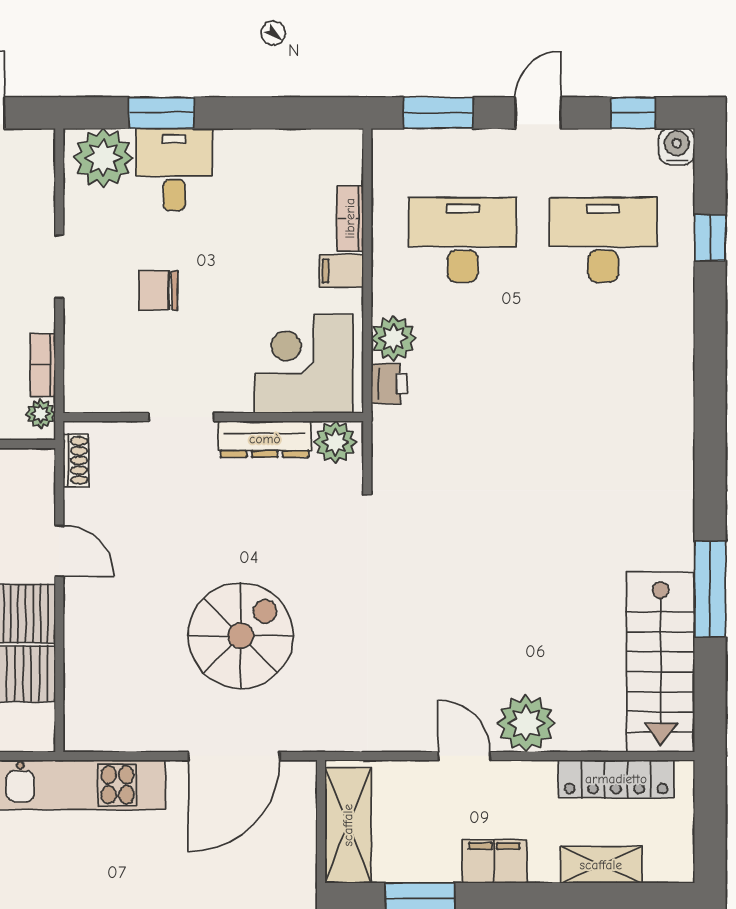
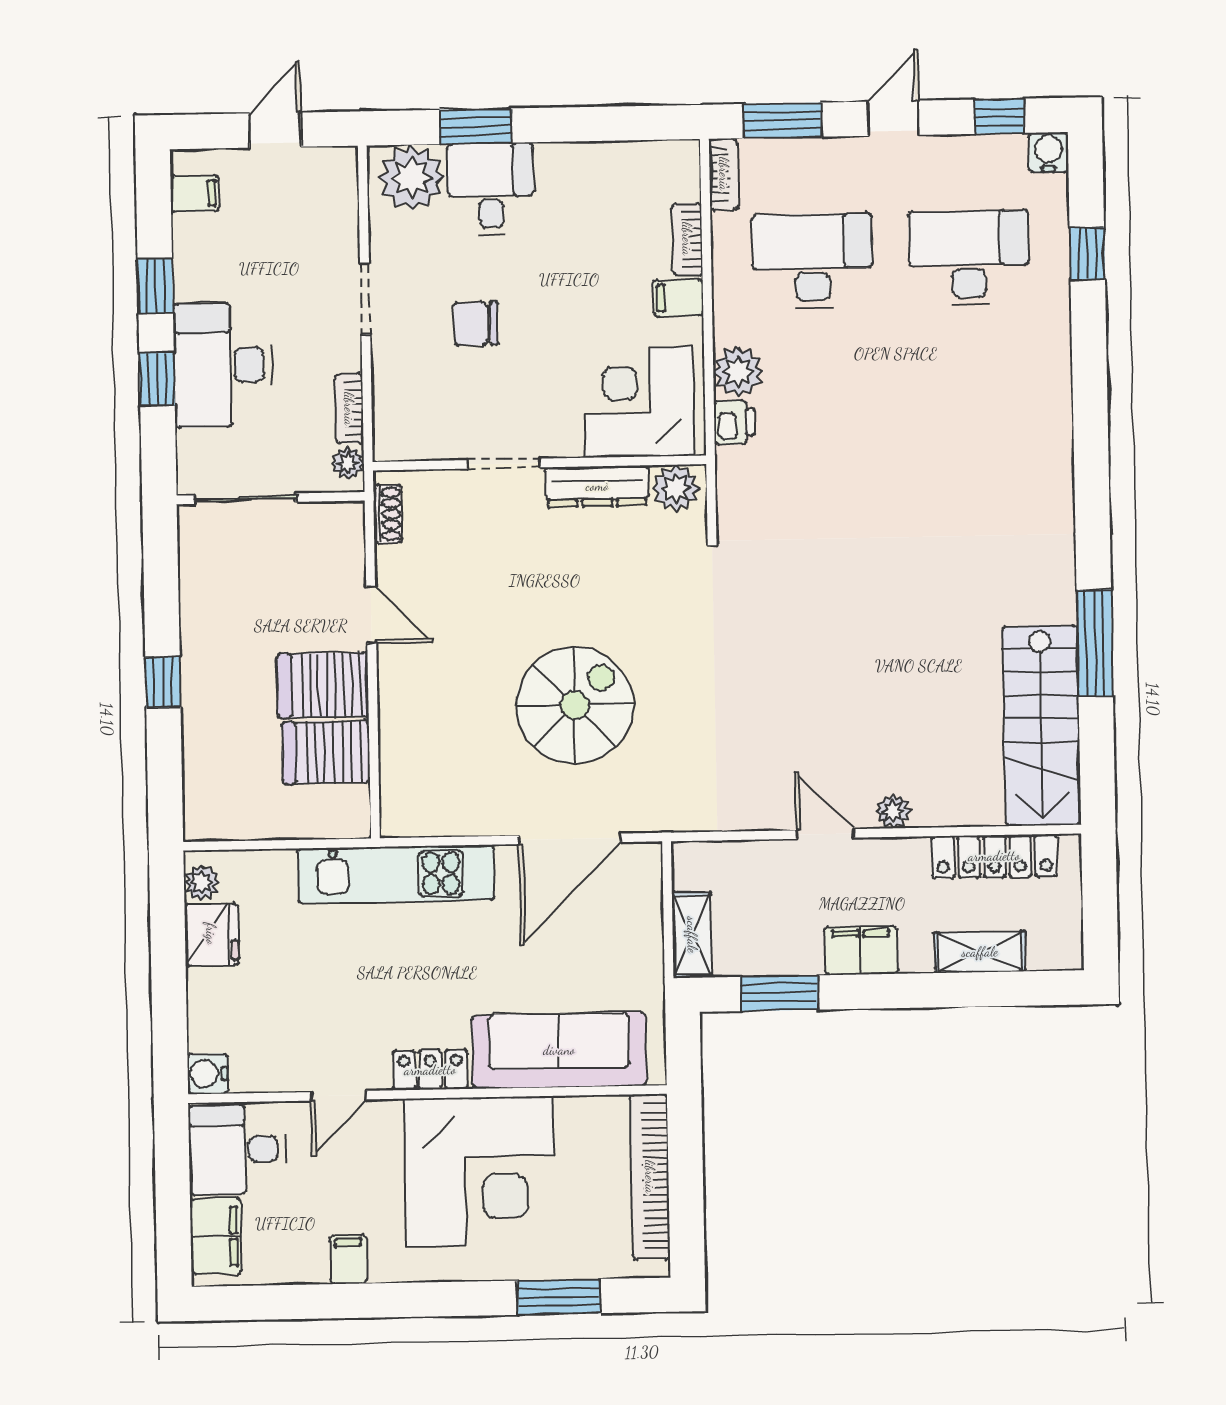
bookcase: (384, 160) -> (724, 174), added
plant: (526, 723) -> (893, 811), width x0.53, depth x0.53
shelving: (348, 825) -> (692, 935), width x0.67, depth x0.75

